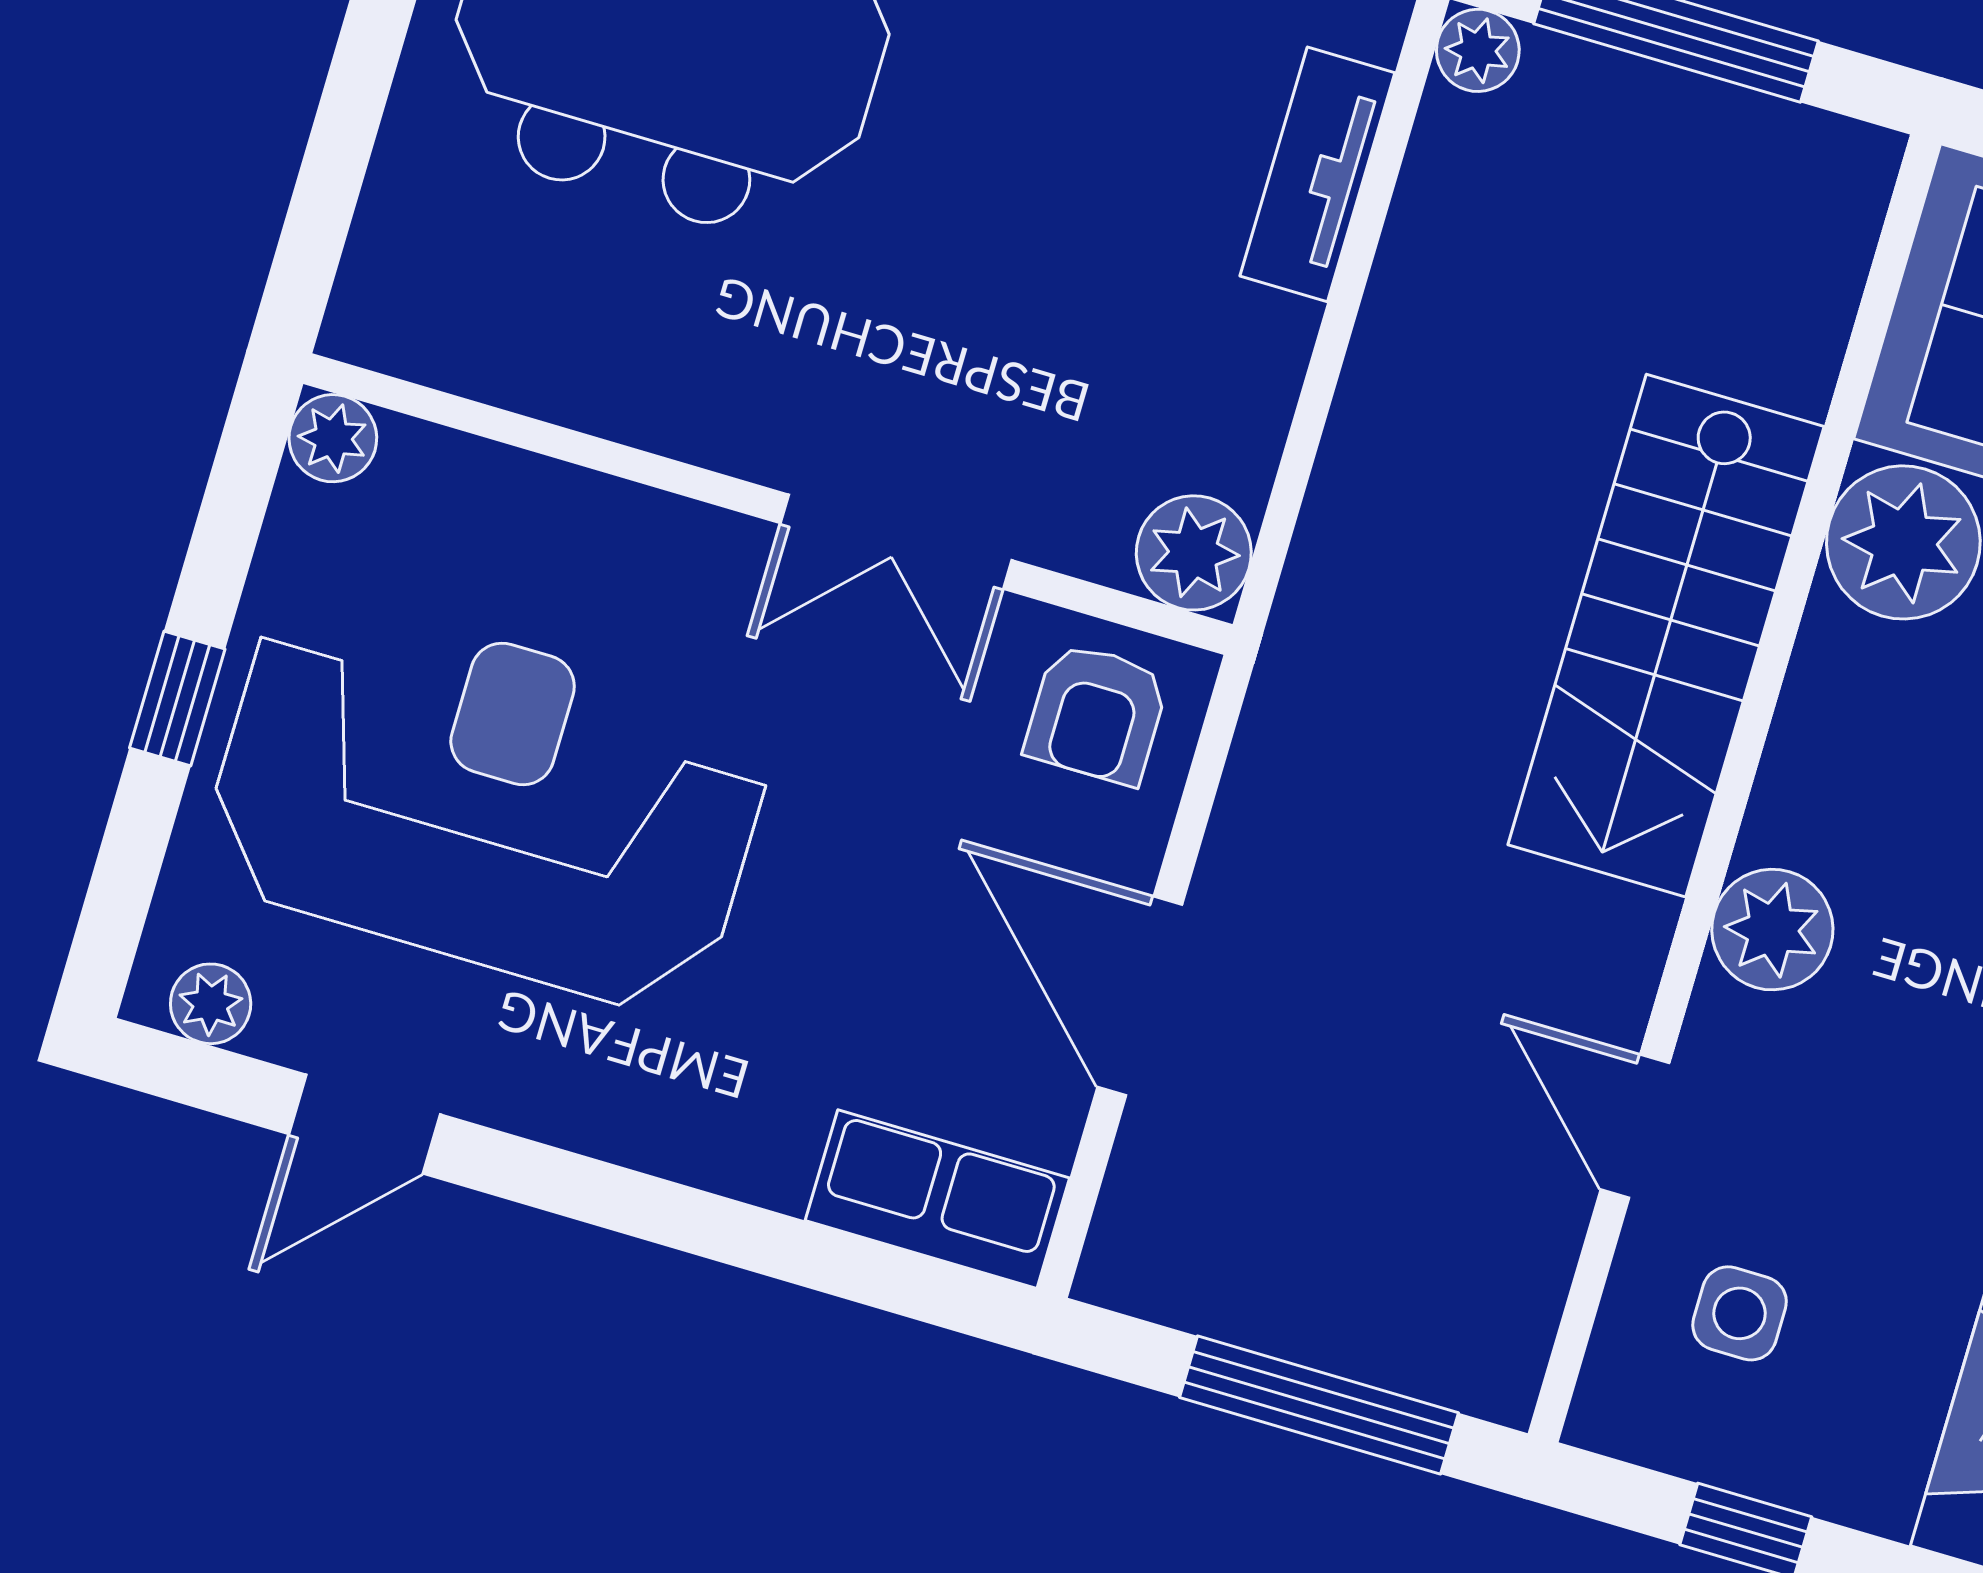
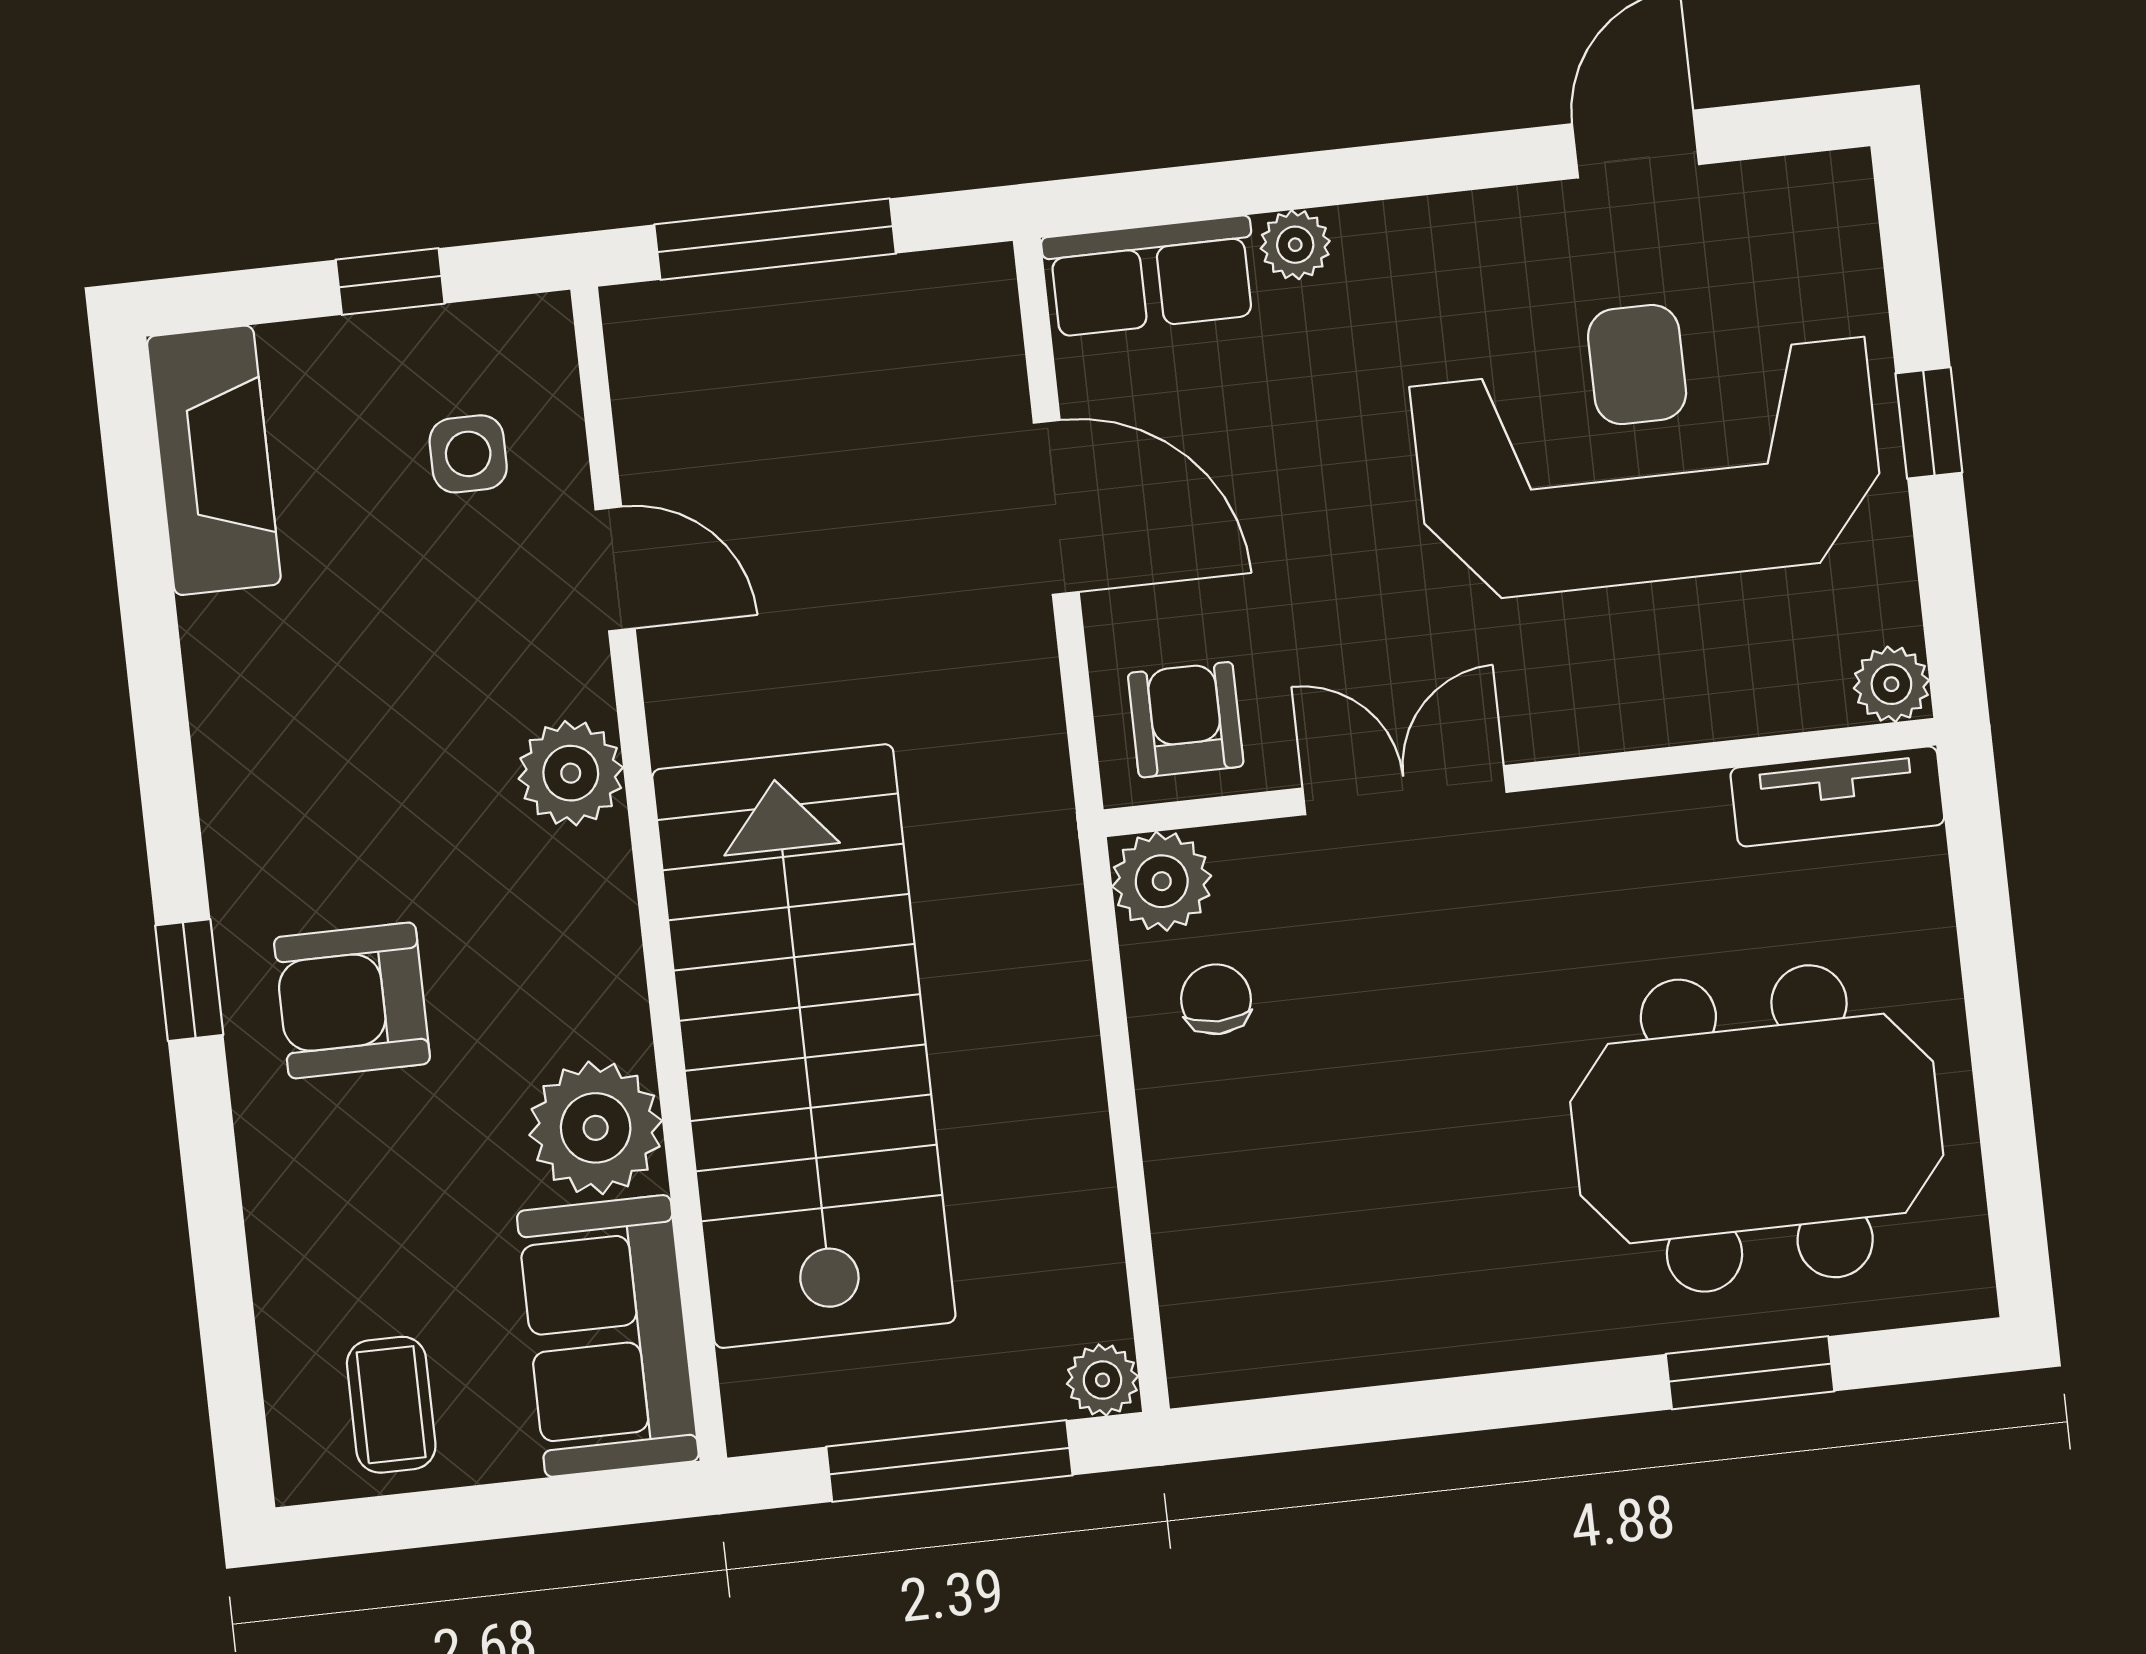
tv unit: (1317, 174) -> (1837, 796), moved, turned 90
chair: (1189, 404) -> (1216, 999), added
stairs: (1666, 636) -> (804, 1046), width x1.36, depth x1.51
reception desk: (487, 802) -> (1646, 444), turned 180
plant: (211, 1004) -> (1295, 245), moved

